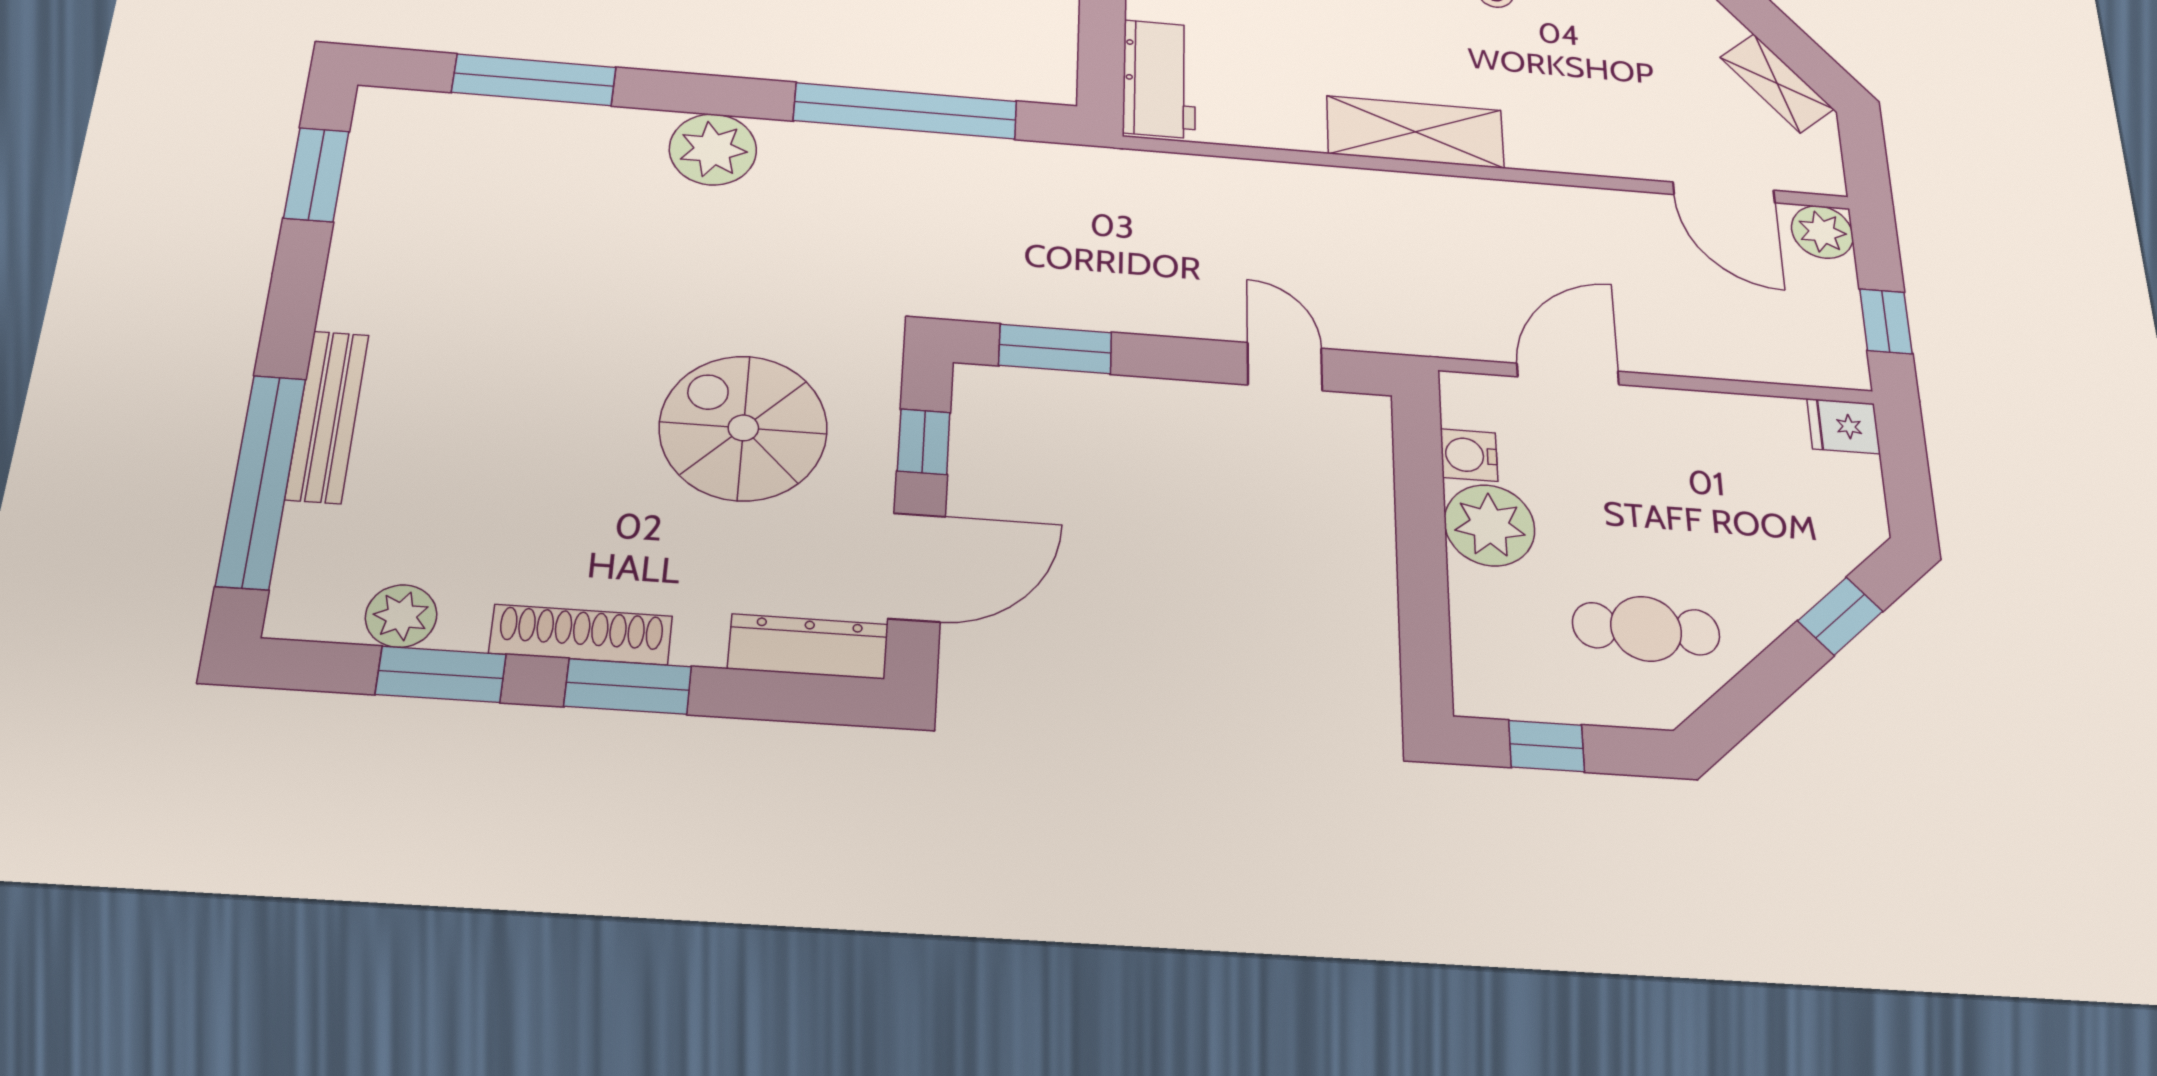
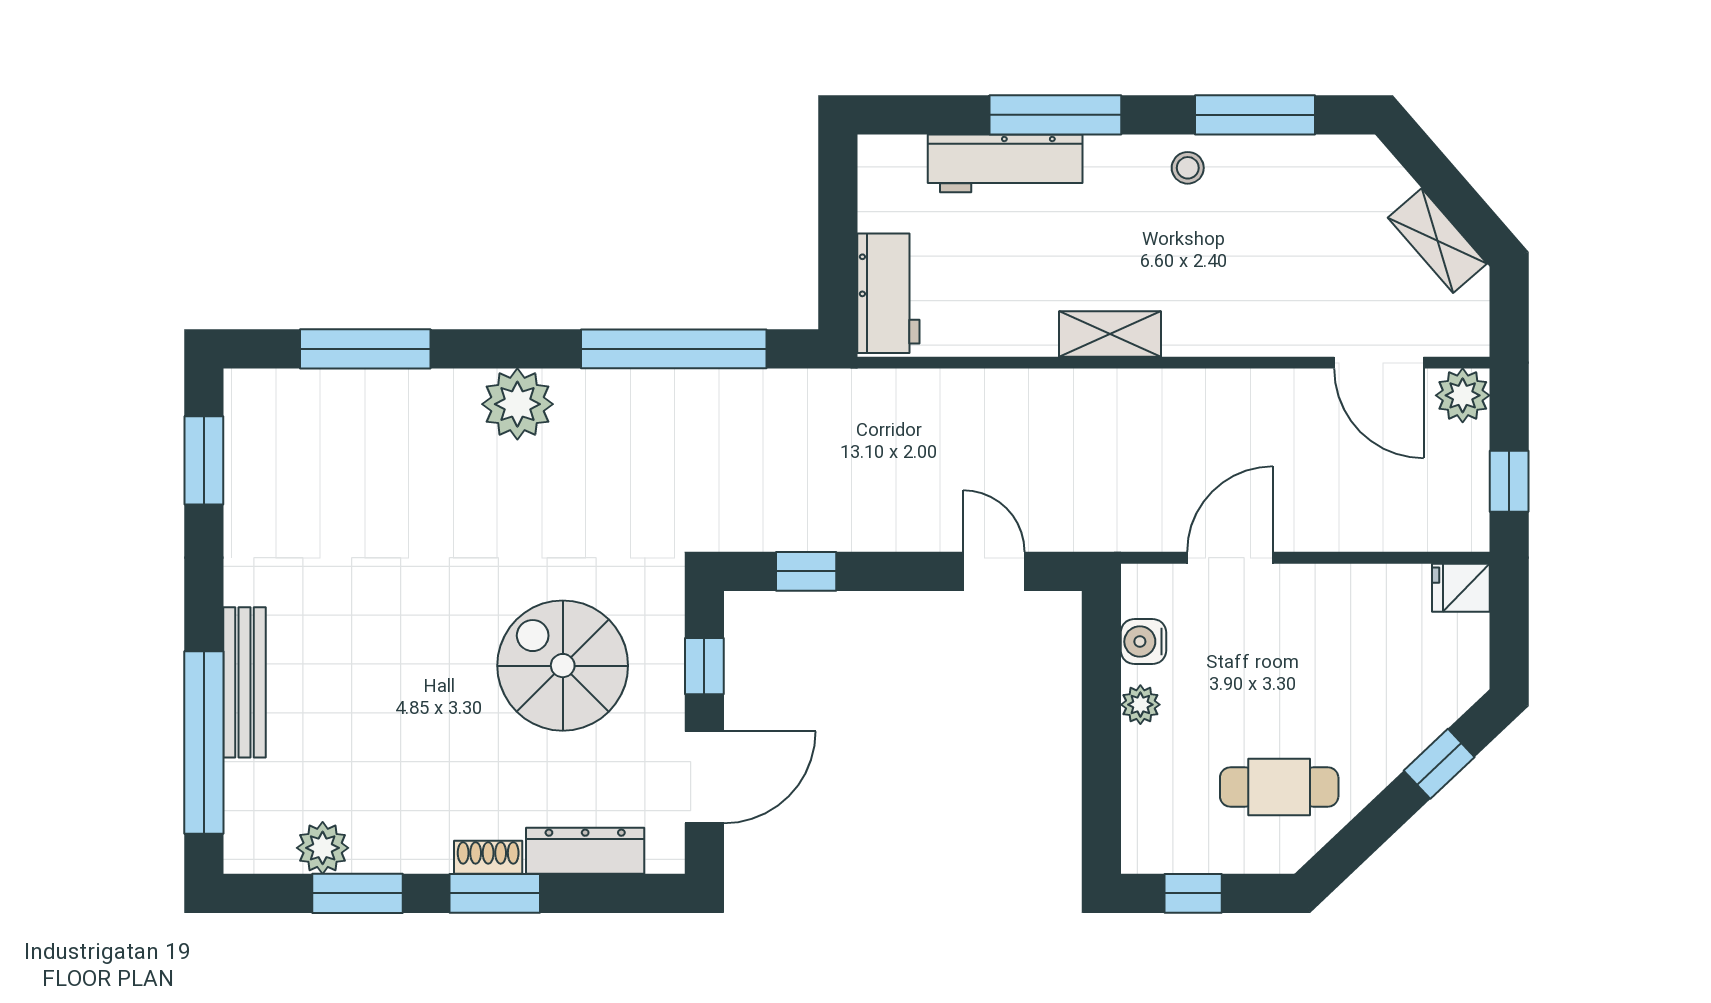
shelving: (1415, 132) -> (1110, 334), width x0.67, depth x0.75
window: (1055, 349) -> (806, 571), width x0.67
plant: (1490, 525) -> (1140, 705), width x0.53, depth x0.53
shoe rack: (581, 635) -> (488, 857), width x0.51, depth x0.81
dresser: (808, 646) -> (585, 851), moved

